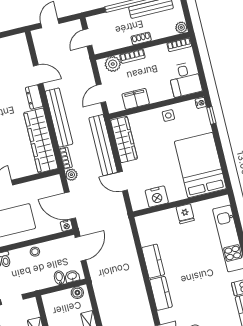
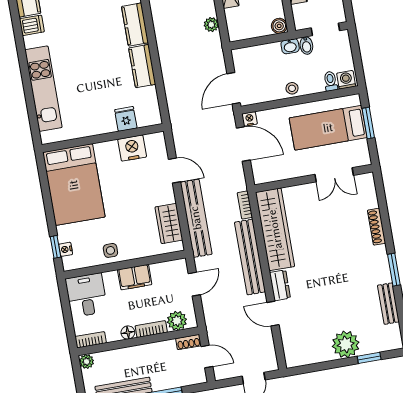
door: (87, 38) -> (207, 357), hinge flipped
shoe rack: (141, 39) -> (188, 342), moved
floor lamp: (150, 52) -> (128, 333), added
filing cabinet: (136, 99) -> (135, 277), moved
nightstand: (201, 103) -> (66, 249), moved
wardrobe: (124, 140) -> (169, 224), width x0.67
plant: (71, 175) -> (211, 25), moved
fridge: (185, 214) -> (126, 119), moved
washbasin: (72, 276) -> (290, 46), moved
bidet: (59, 278) -> (306, 45), moved
boiler: (77, 293) -> (279, 26), moved

